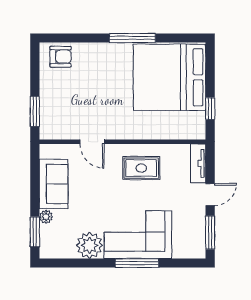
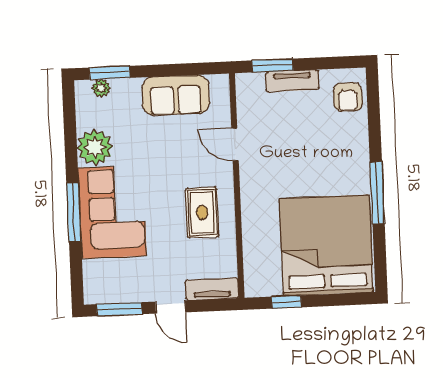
tv unit: (47, 97) -> (292, 81), added
door: (92, 142) -> (235, 144), hinge flipped
plant: (46, 217) -> (101, 88), moved

